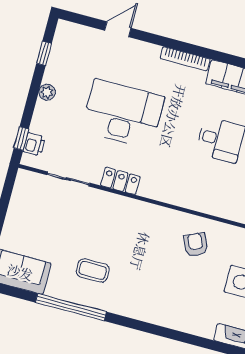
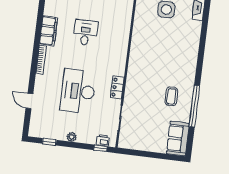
armchair: (196, 244) -> (148, 39), removed

